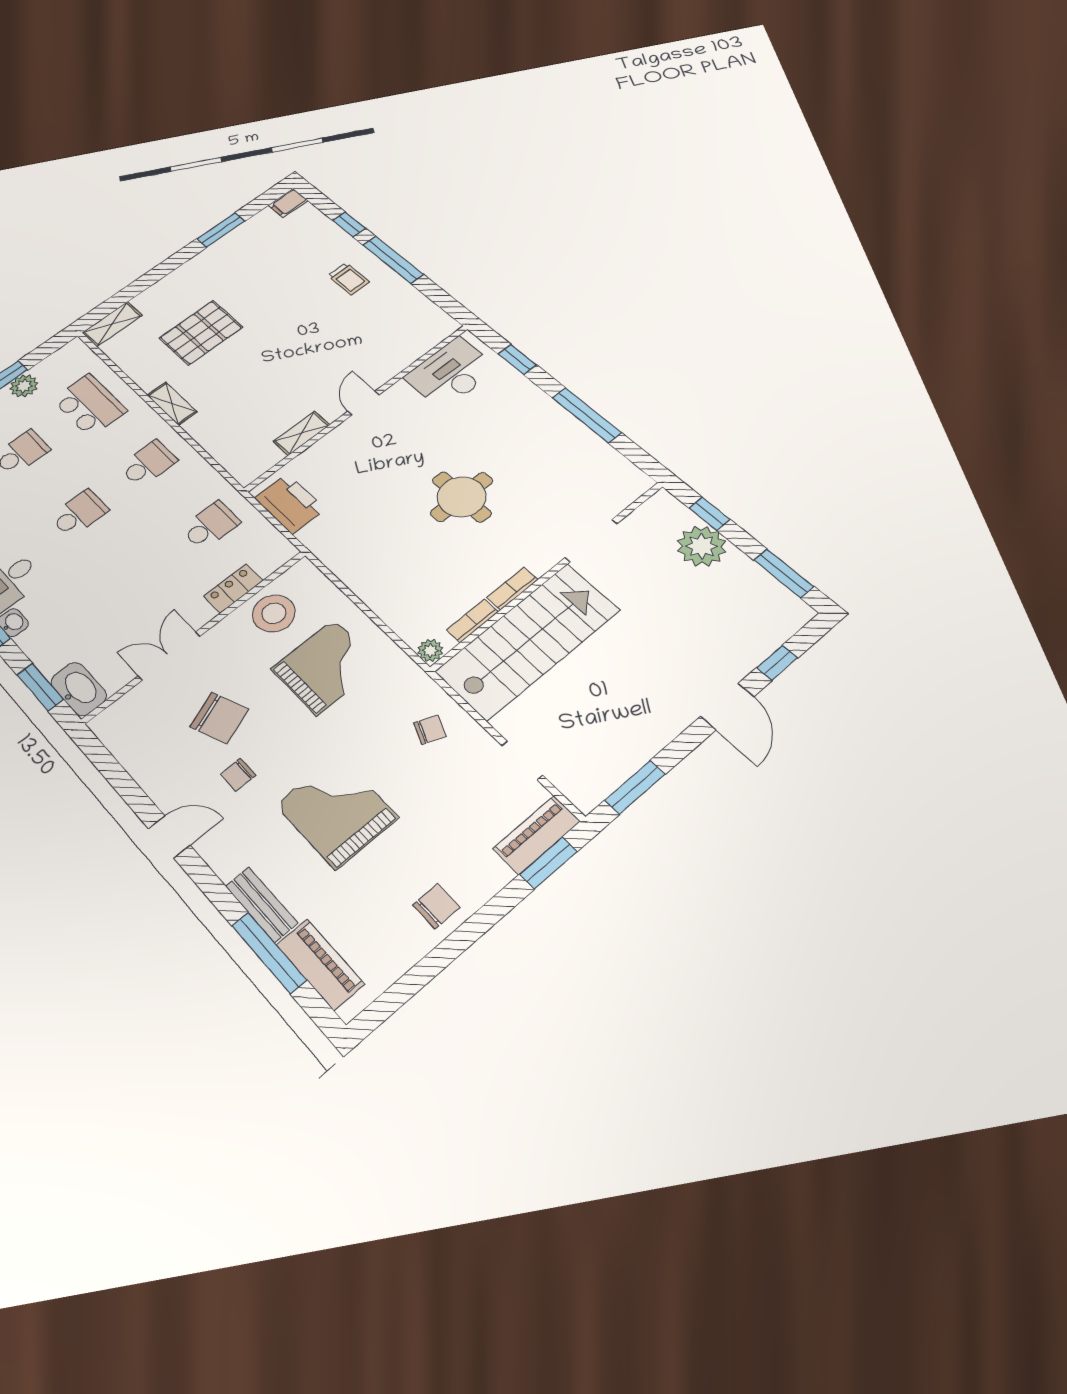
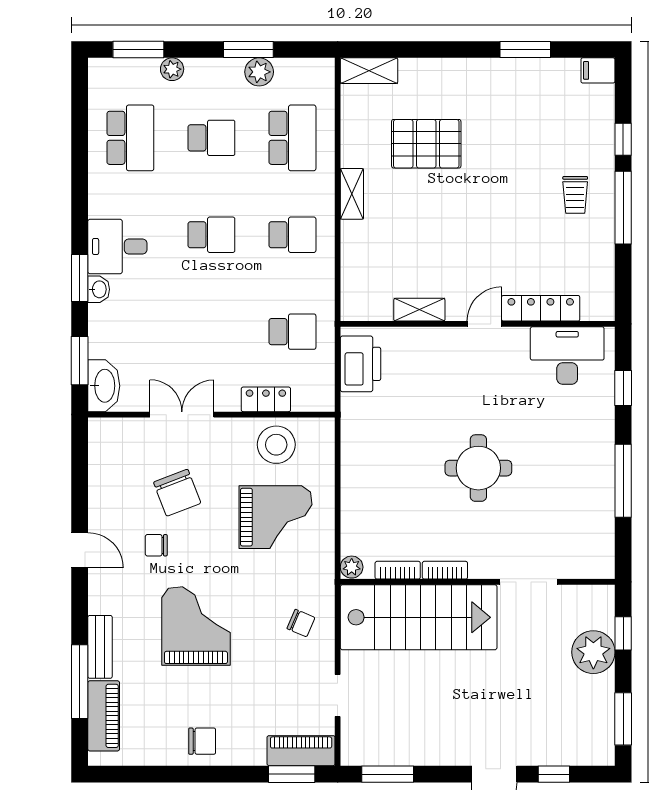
locker: (397, 361) -> (541, 308), added

